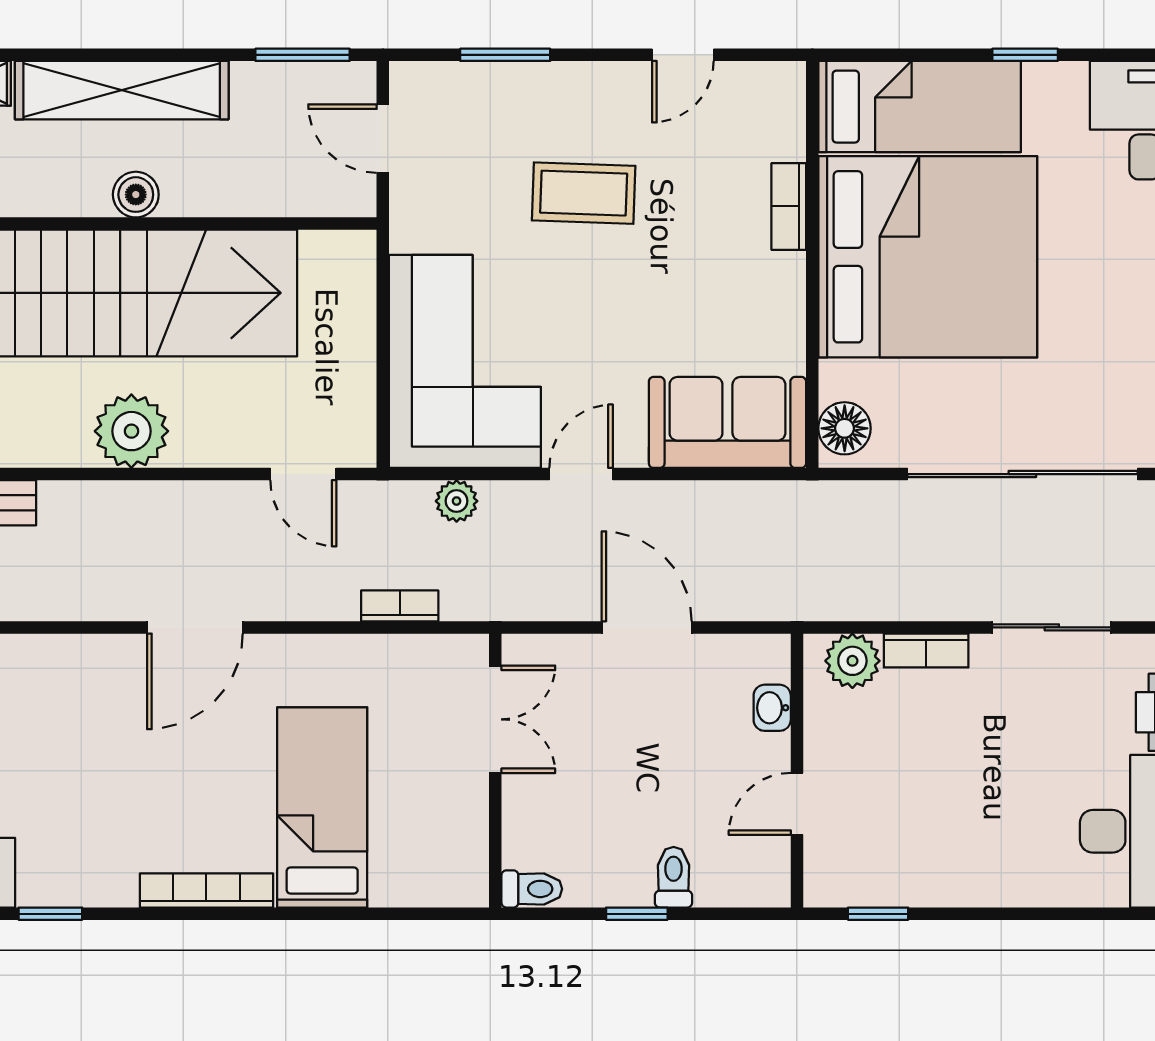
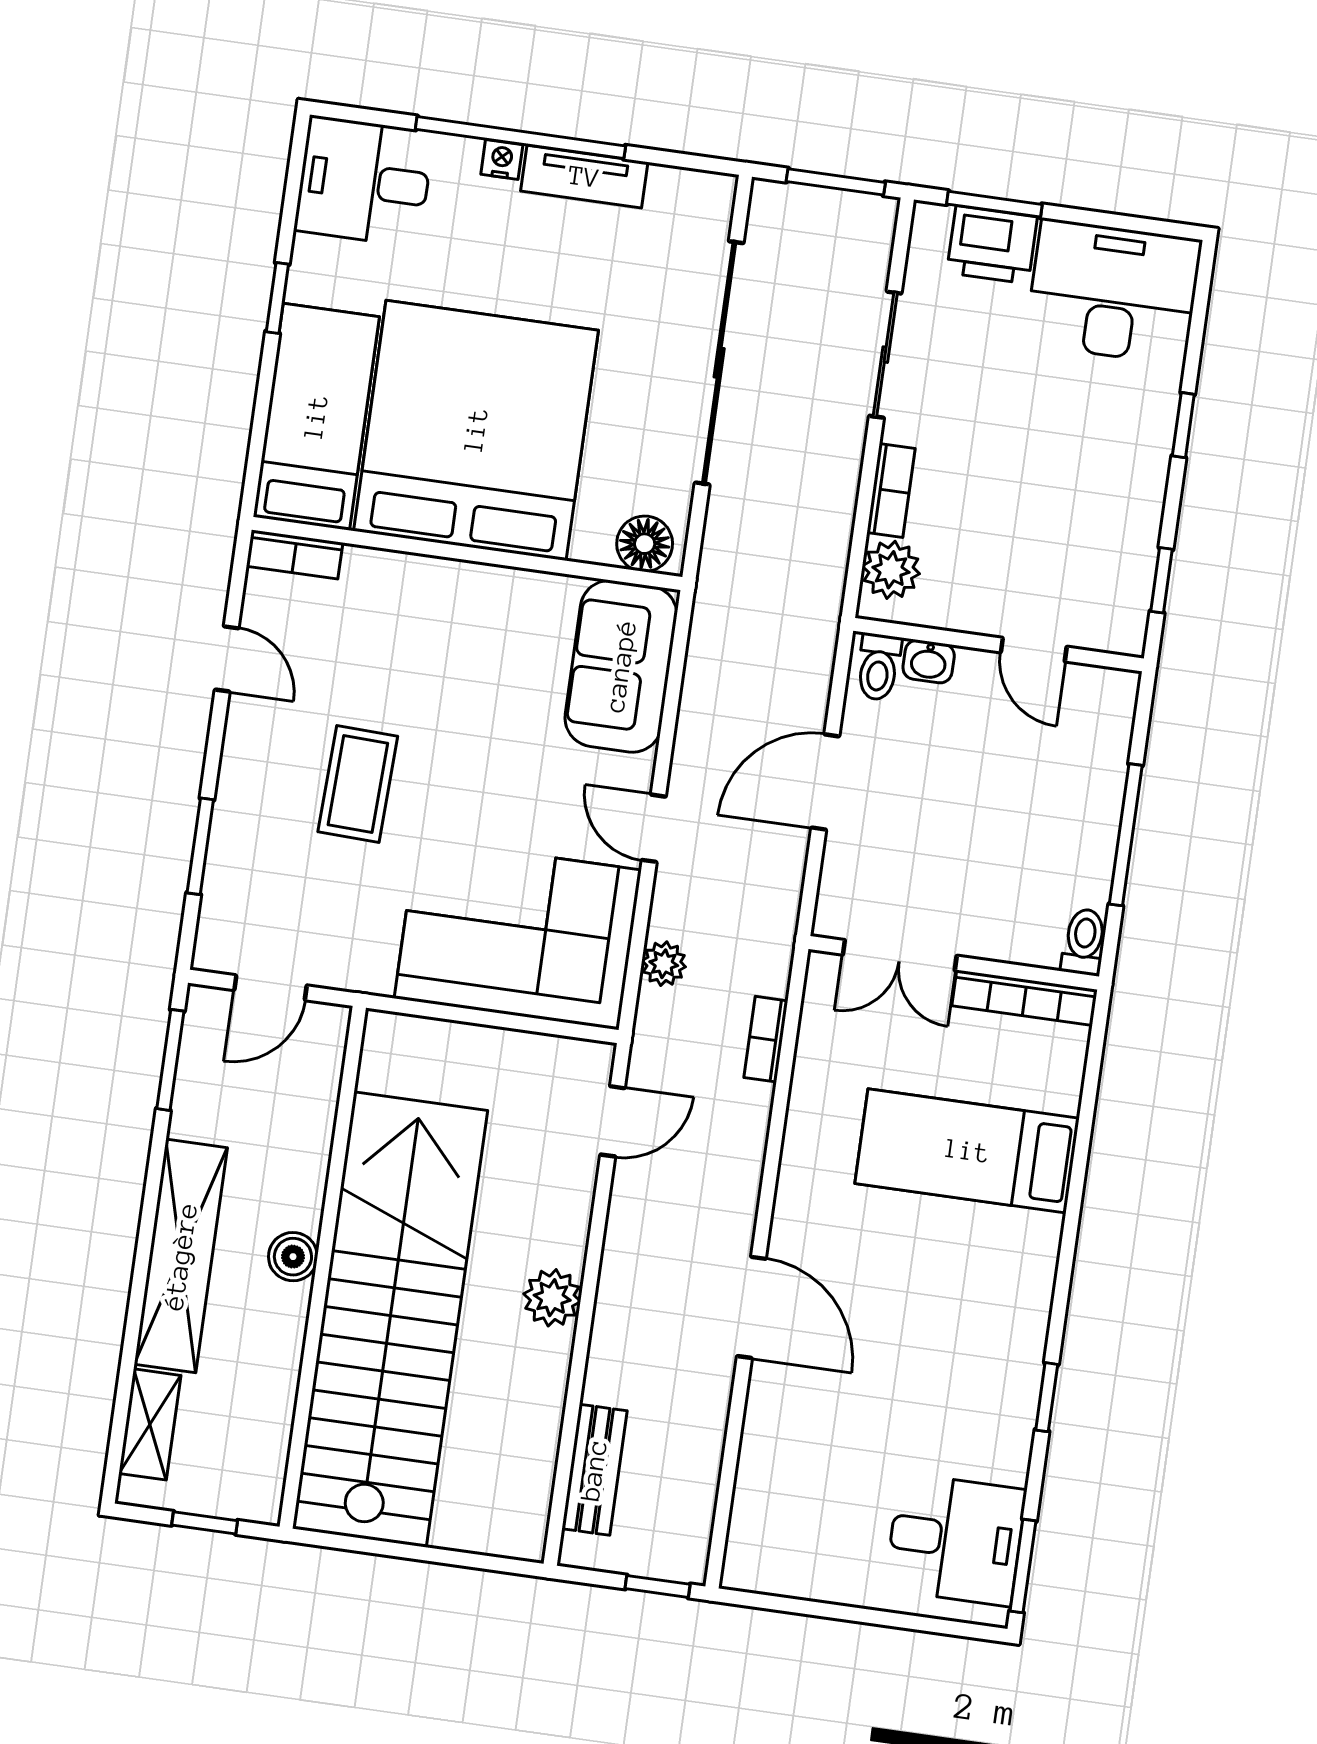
bookcase: (789, 206) -> (295, 554), moved
plant: (131, 431) -> (552, 1298), width x0.73, depth x0.73
door: (195, 627) -> (751, 1307), moved
double door: (495, 719) -> (900, 955), swing flipped
toilet: (674, 877) -> (879, 667), moved, turned -90
bookcase: (206, 890) -> (1025, 998), moved, turned -90
window: (50, 914) -> (1047, 1397), moved
window: (637, 914) -> (1126, 835), width x2.17
window: (1025, 914) -> (1183, 425), added

